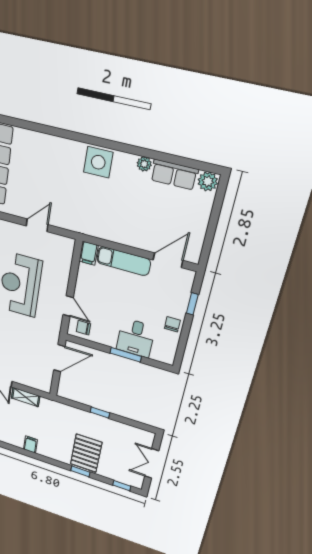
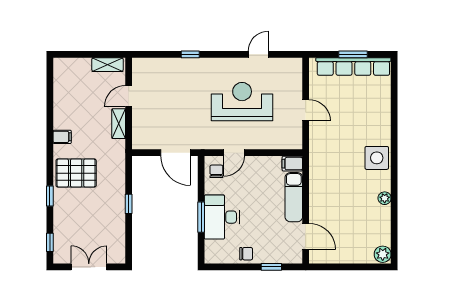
row of seats: (174, 175) -> (382, 225), removed
desk: (136, 338) -> (222, 217), width x1.37
pallet: (86, 453) -> (76, 173), moved

